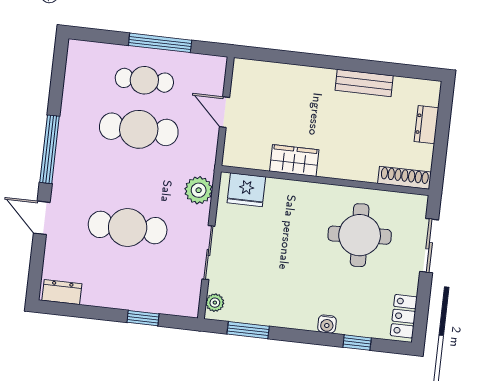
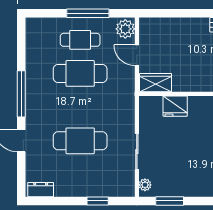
wardrobe: (294, 161) -> (155, 83), moved
plant: (199, 190) -> (125, 29), moved
fridge: (246, 190) -> (175, 106), moved

